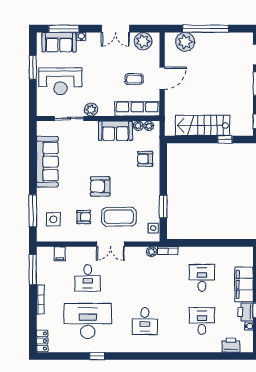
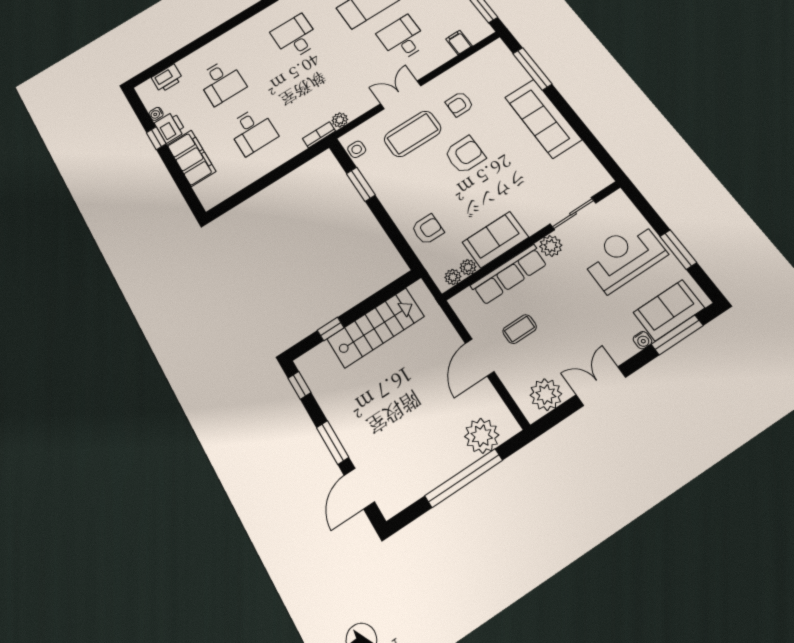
row of seats: (137, 109) -> (509, 275), moved
sofa: (47, 162) -> (543, 118), moved
side table: (53, 219) -> (498, 76), removed

